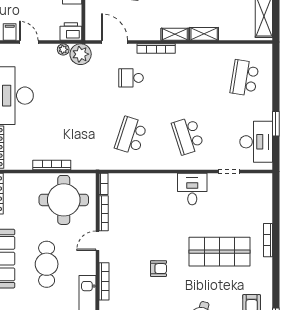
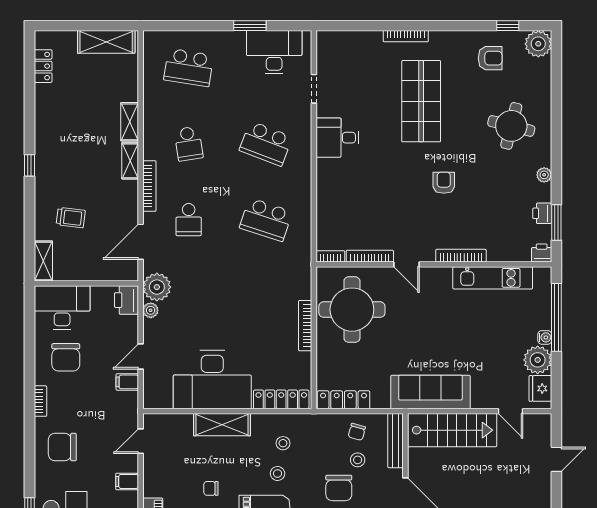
school desk: (188, 78) -> (189, 144), added
school desk: (188, 136) -> (266, 144), turned 39
cafe table: (47, 264) -> (438, 333), removed

